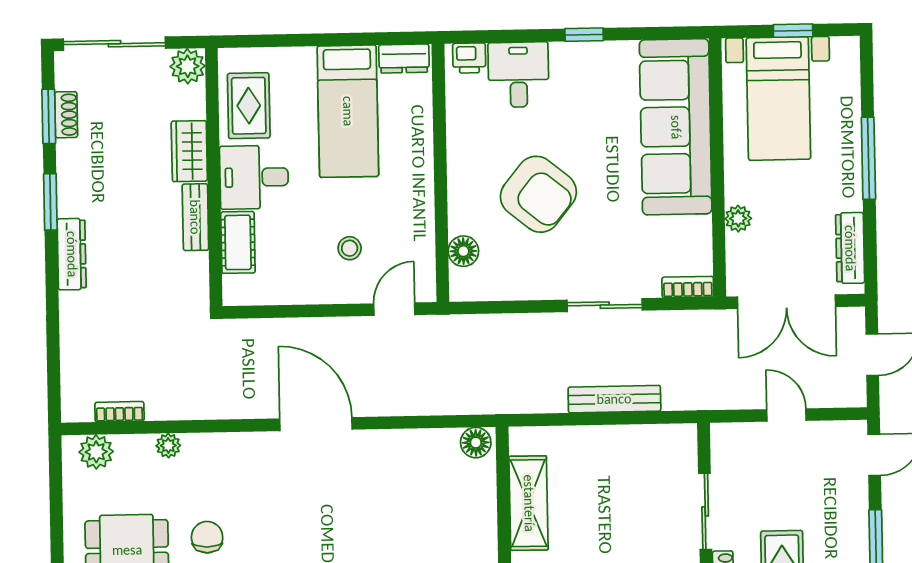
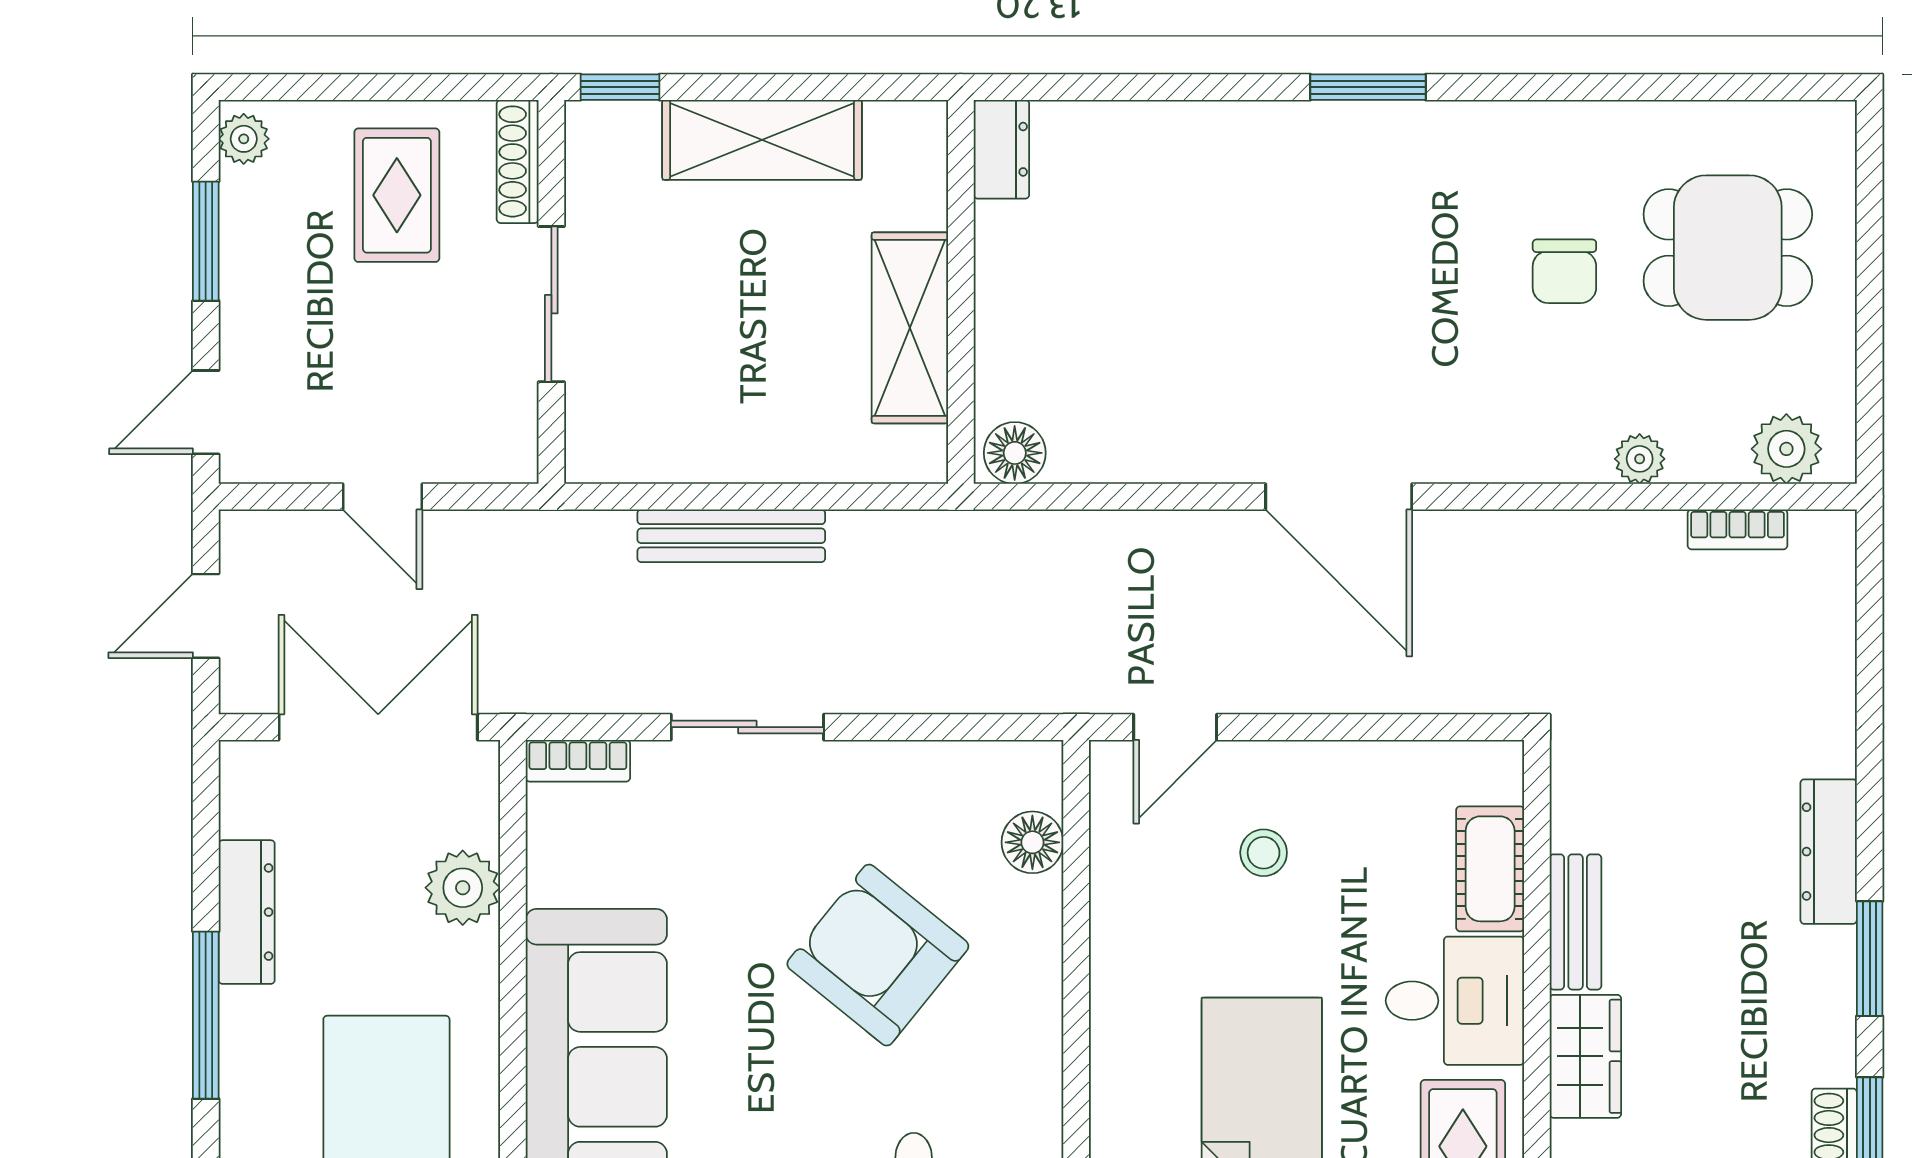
plant: (738, 219) -> (463, 888), width x1.38, depth x1.38
dresser: (850, 248) -> (247, 912), moved

